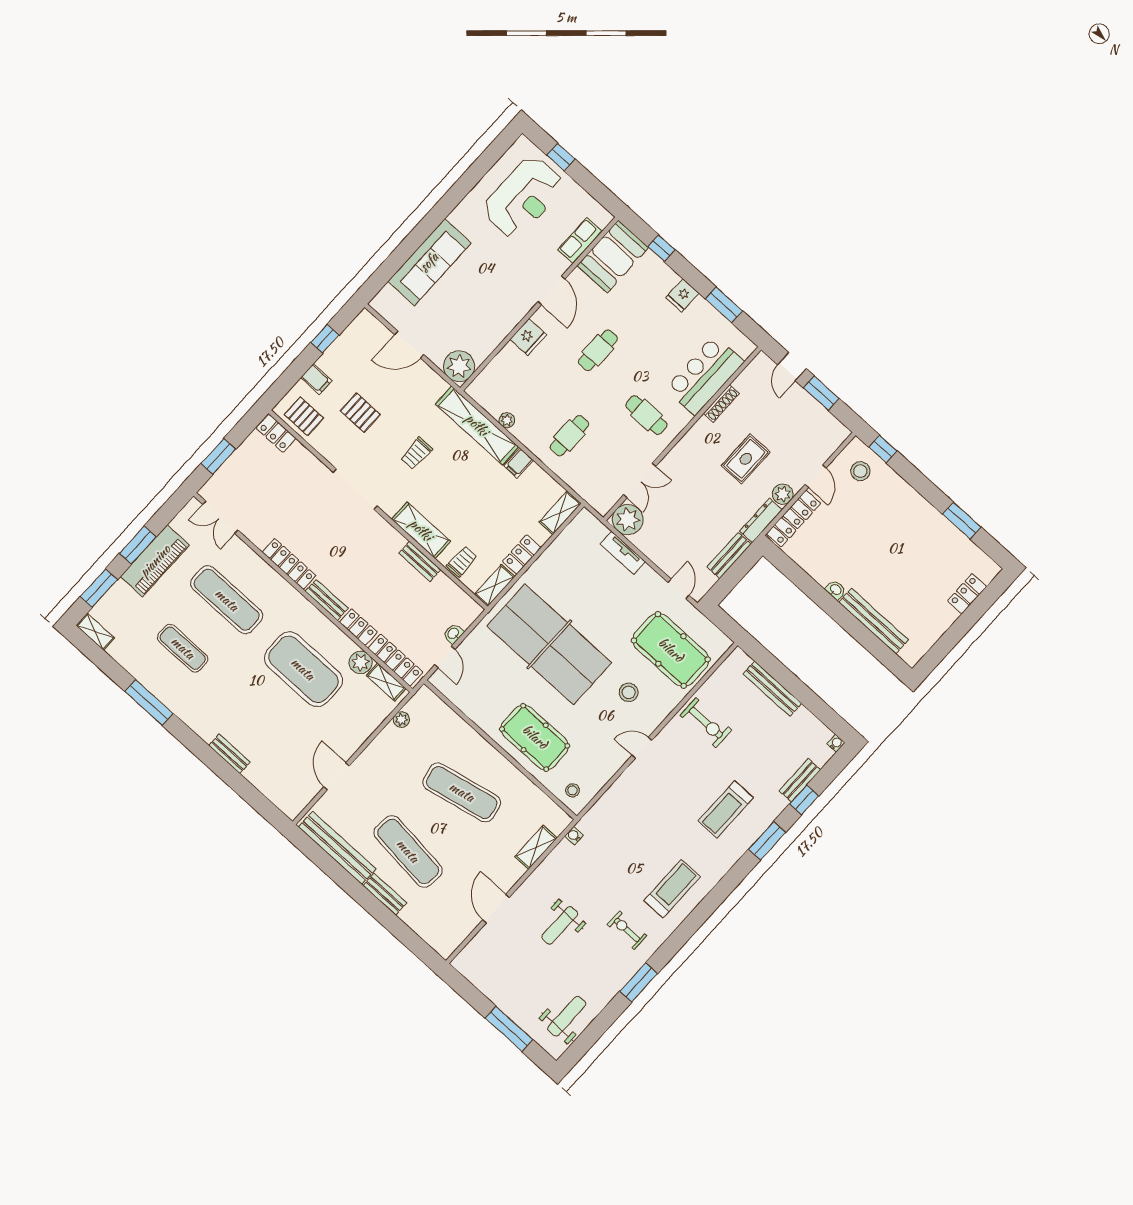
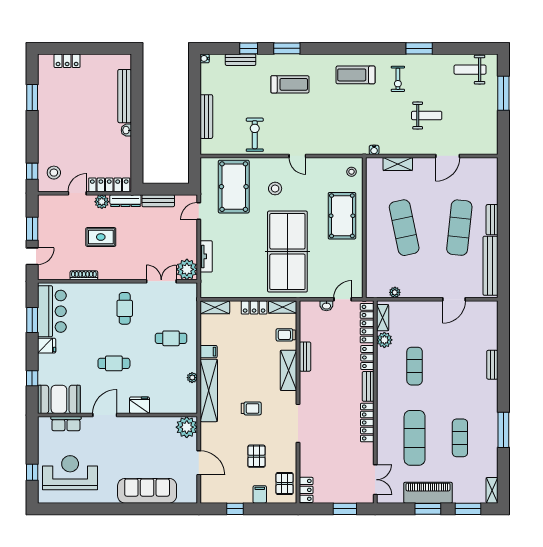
bar counter: (705, 375) -> (52, 311), moved, turned -90
exercise mat: (303, 669) -> (415, 366), width x0.50, depth x0.69

